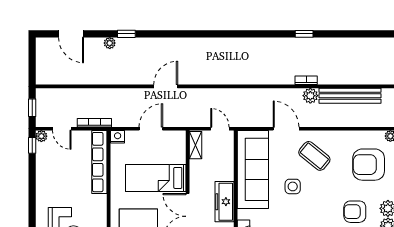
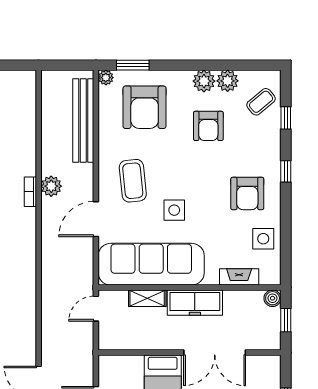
bench: (350, 96) -> (83, 120), moved
shelving: (196, 145) -> (147, 298), moved
coffee table: (314, 156) -> (133, 181), turned -45

